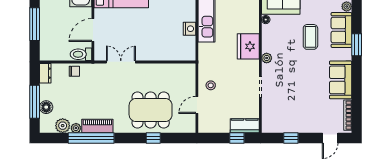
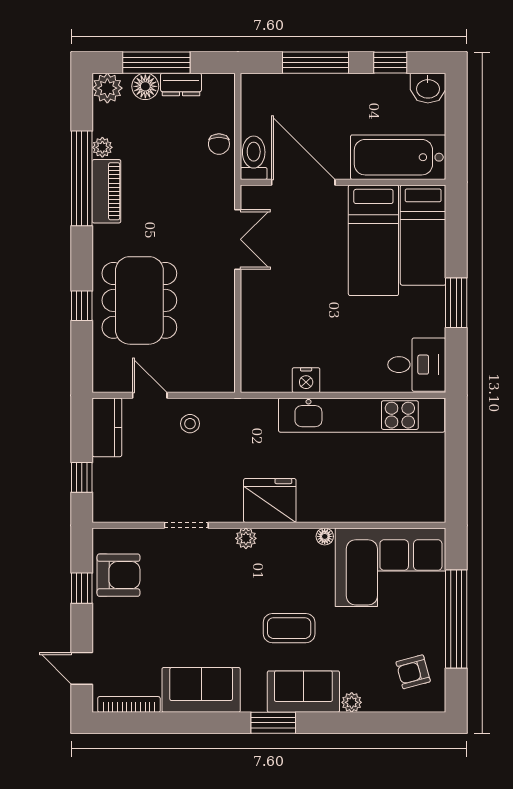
door: (93, 30) -> (303, 182), width x1.36
dresser: (45, 73) -> (181, 84), moved
armchair: (285, 120) -> (118, 575), added
plant: (63, 126) -> (107, 88), moved
kitchen counter: (245, 126) -> (107, 427), moved

